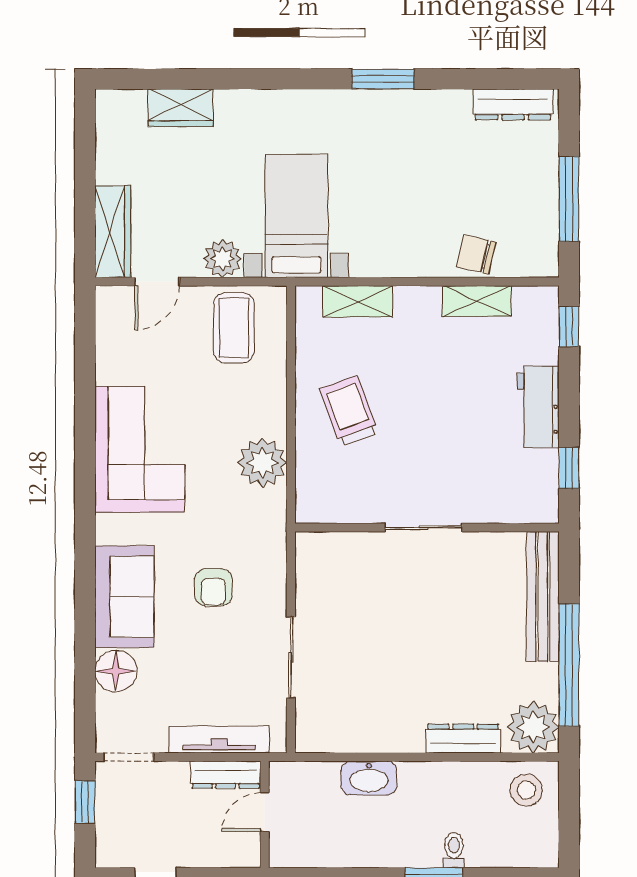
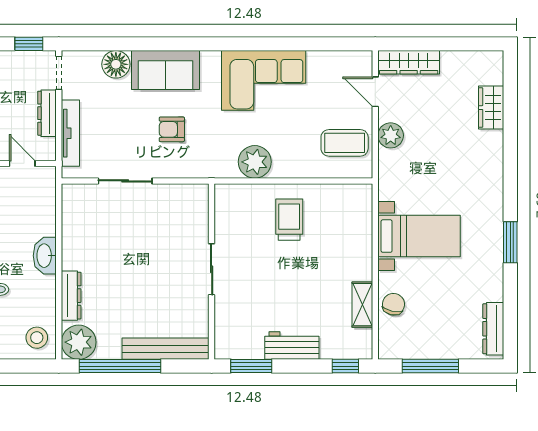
bed with nightstands: (296, 216) -> (419, 236), moved
shelving: (358, 301) -> (362, 225), removed
trolley: (349, 411) -> (289, 220), turned -70
window: (569, 468) -> (251, 366), width x1.50
dresser: (226, 775) -> (47, 113), moved
washbasin: (369, 778) -> (45, 256), moved

